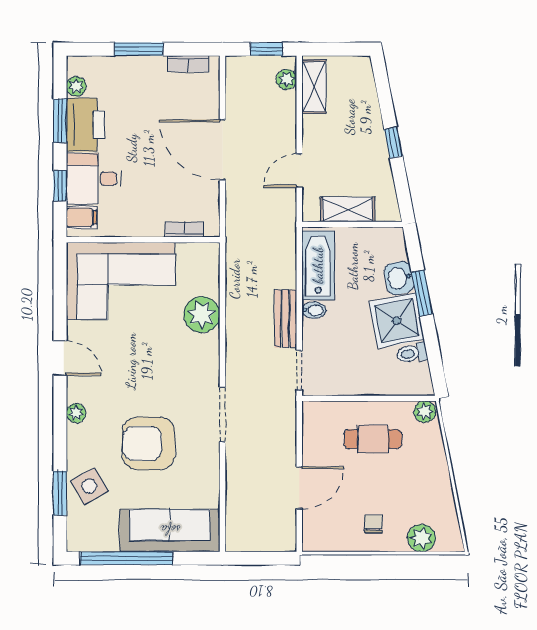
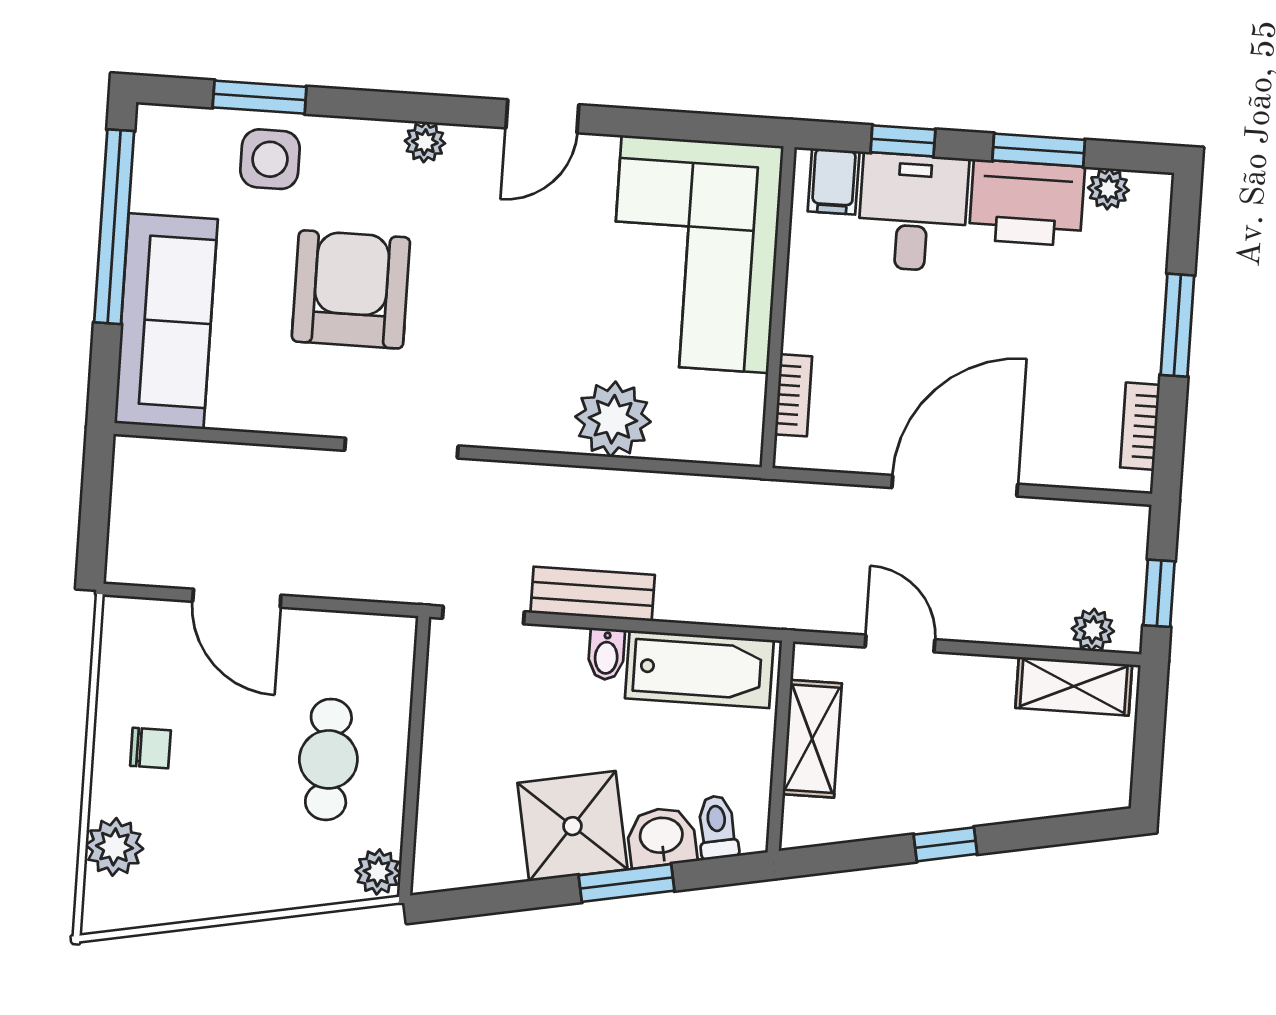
toilet: (412, 353) -> (717, 827), moved
side table: (89, 486) -> (270, 159), turned 30

